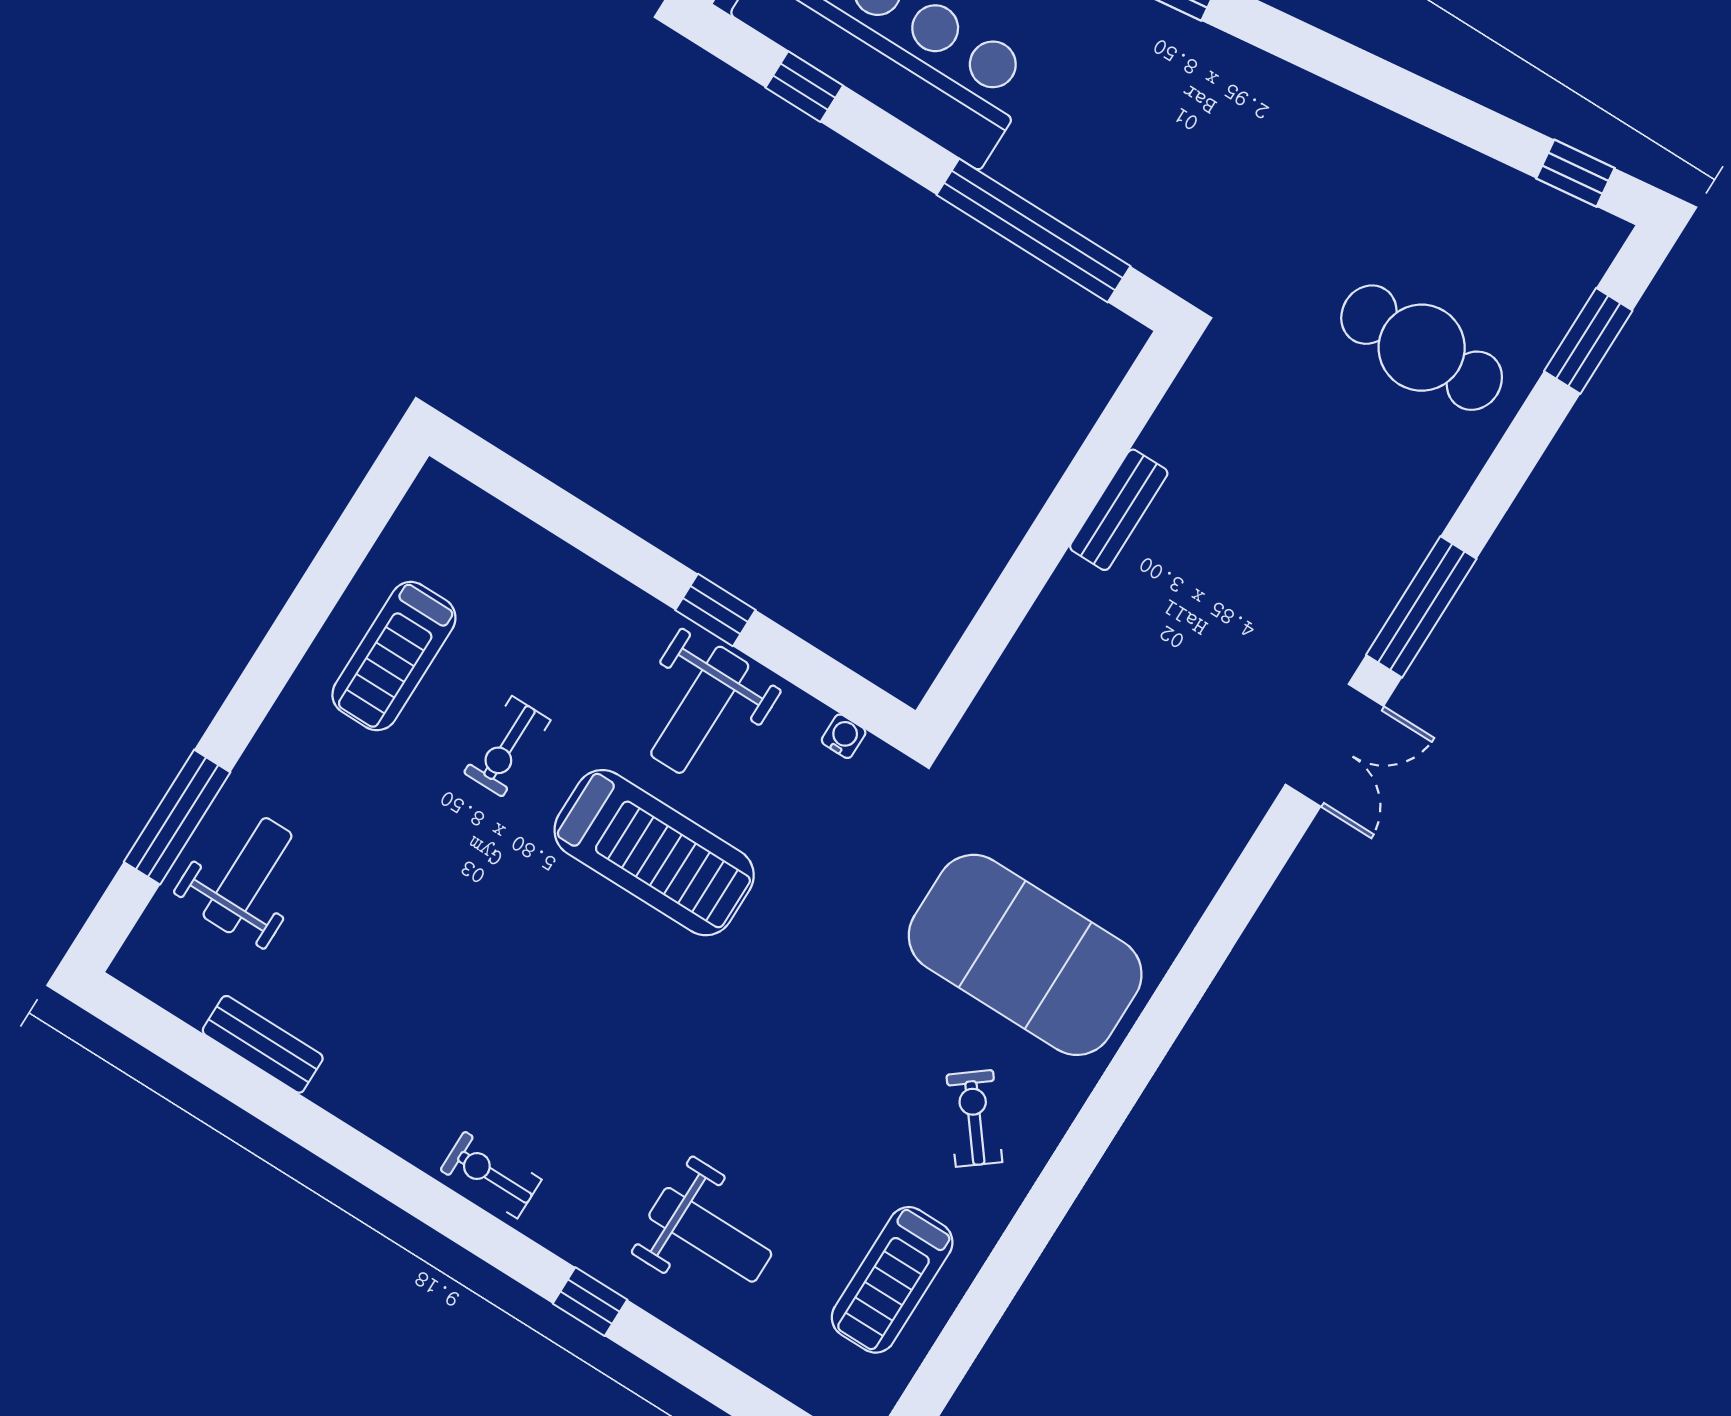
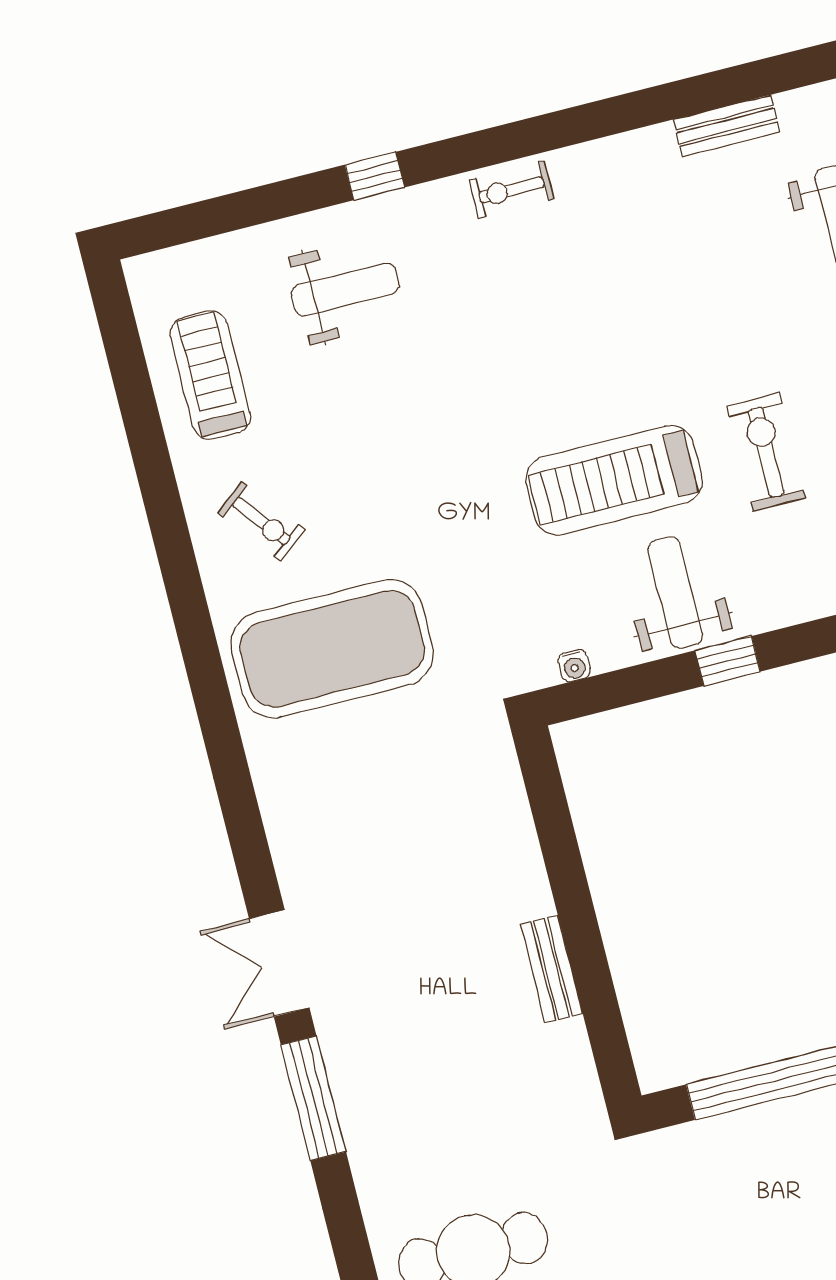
exercise bike: (507, 746) -> (766, 452), width x1.38, depth x1.39
exercise bike: (491, 1175) -> (511, 190), turned 180
weight bench: (710, 1235) -> (345, 290), turned 180

